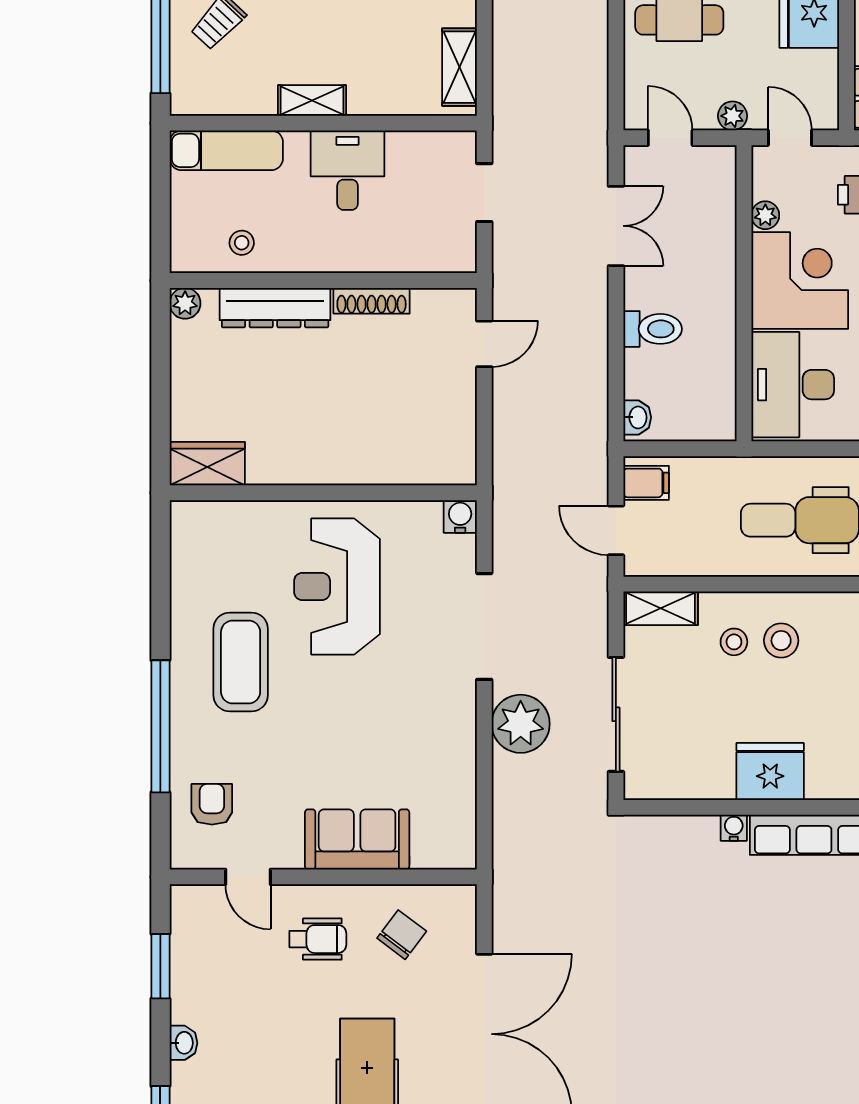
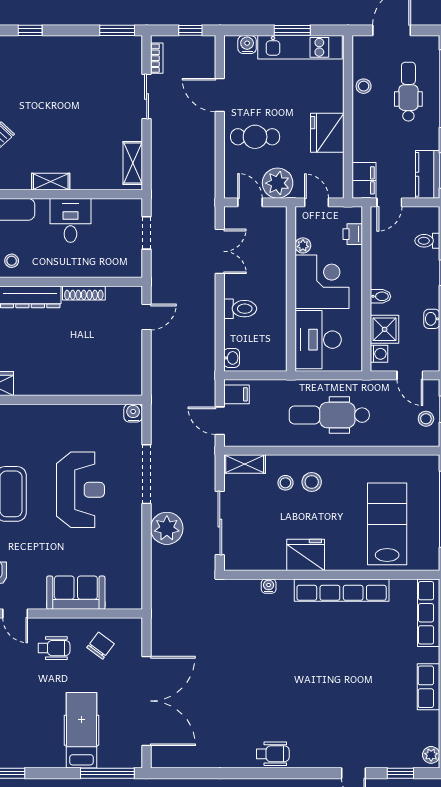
plant: (733, 116) -> (278, 183), width x1.87, depth x1.87
reception desk: (337, 586) -> (80, 490), moved, turned 180
water cooler: (734, 828) -> (269, 586), moved

